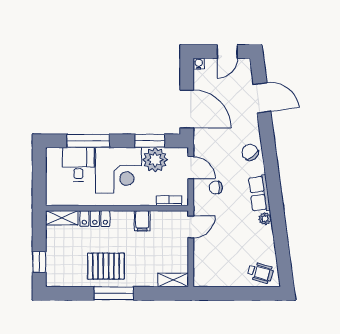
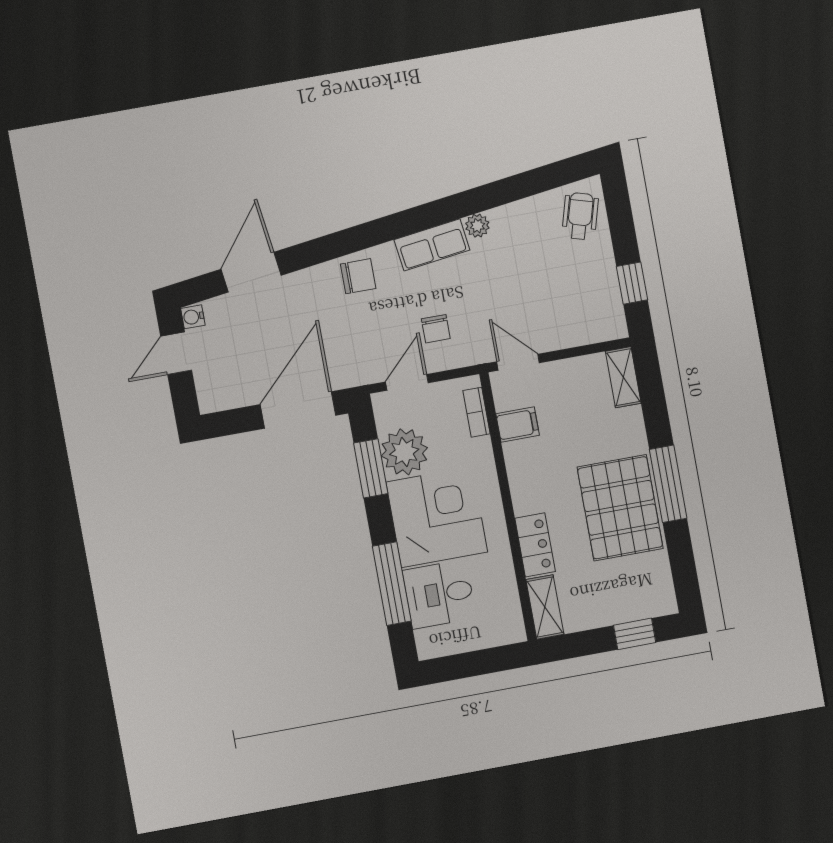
door: (227, 52) -> (176, 353), swing flipped
water cooler: (199, 64) -> (193, 317), moved
chair: (250, 152) -> (358, 276), turned -143
filing cabinet: (142, 221) -> (518, 424), moved
pallet: (106, 266) -> (620, 508), width x1.37, depth x1.41
window: (221, 293) -> (632, 283), added

